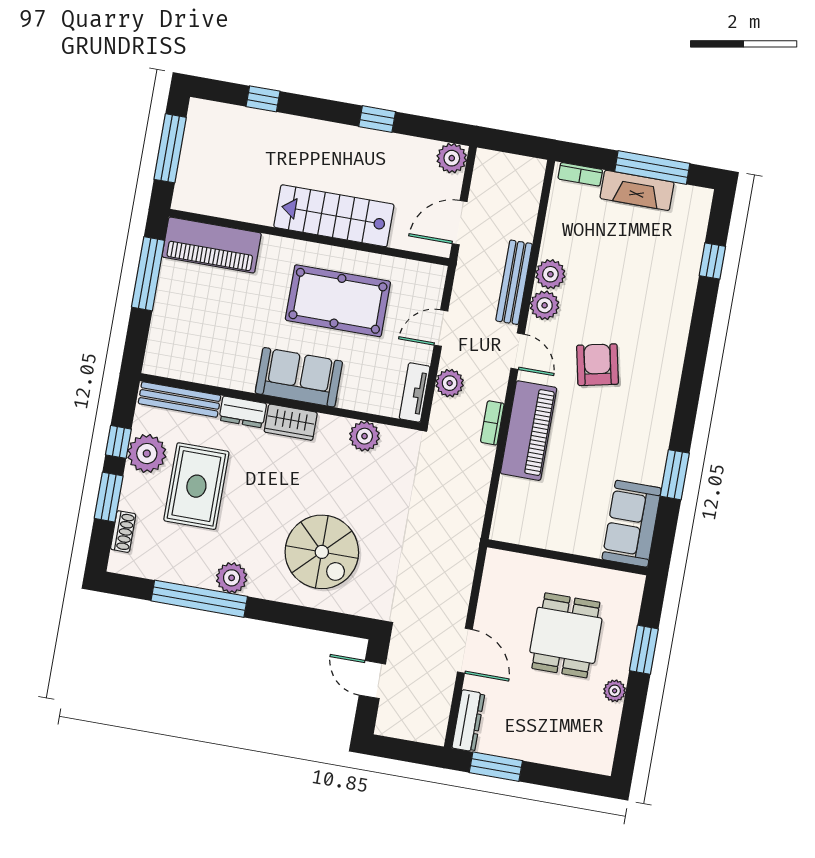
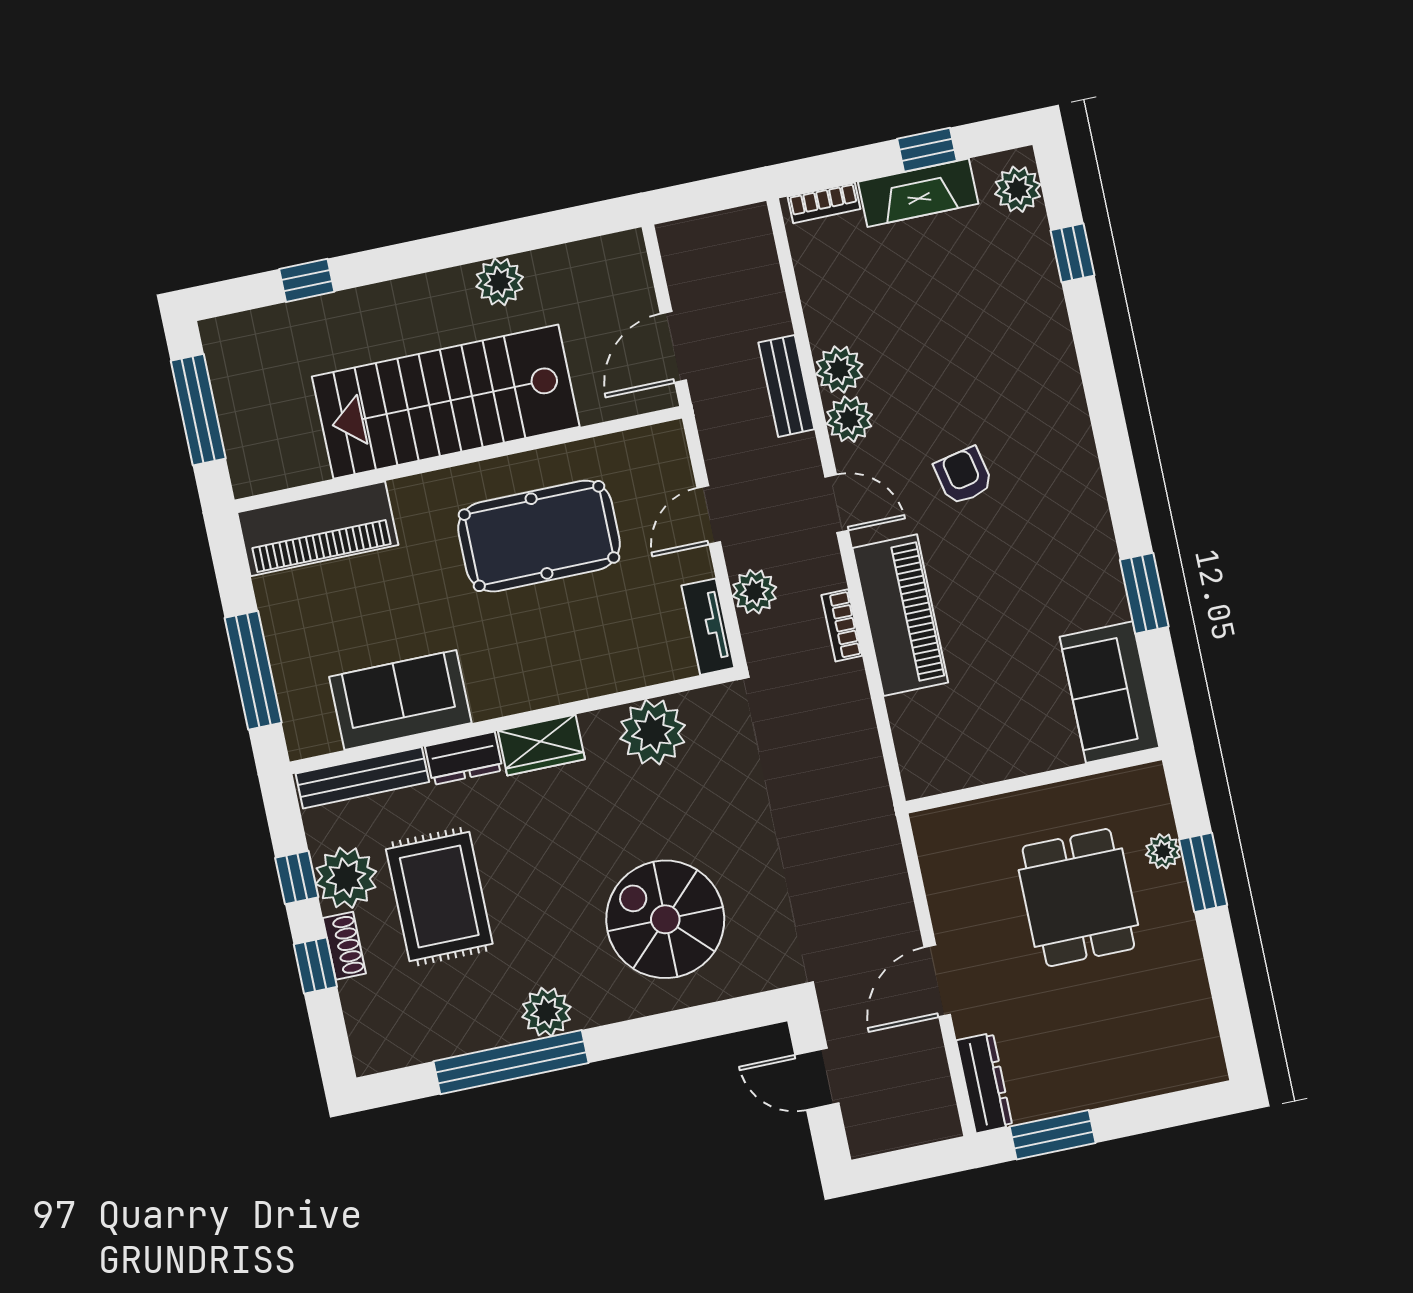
window: (377, 119) -> (489, 242), removed
plant: (452, 158) -> (500, 282), moved
window: (652, 168) -> (927, 150), width x0.46
plant: (696, 211) -> (1018, 189), added
stairs: (334, 216) -> (446, 402), width x1.36, depth x1.51
window: (148, 274) -> (253, 670), moved
bench: (514, 282) -> (786, 386), width x0.73
armchair: (597, 365) -> (964, 476), width x0.72, depth x0.72
sofa: (299, 377) -> (400, 700), moved
plant: (364, 436) -> (653, 732), width x1.36, depth x1.36
window: (109, 497) -> (315, 965), width x0.67
shoe rack: (123, 532) -> (344, 946), moved
spiral stairs: (322, 552) -> (665, 919), turned 180
door: (465, 651) -> (937, 981), swing flipped
plant: (615, 691) -> (1163, 851), moved

